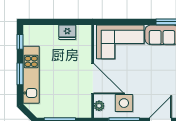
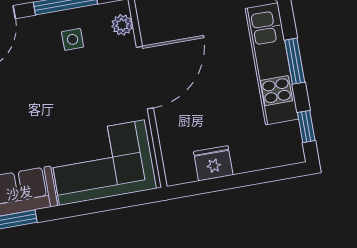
door: (93, 79) -> (145, 78), swing flipped
side table: (124, 103) -> (73, 39), width x0.54, depth x0.54

